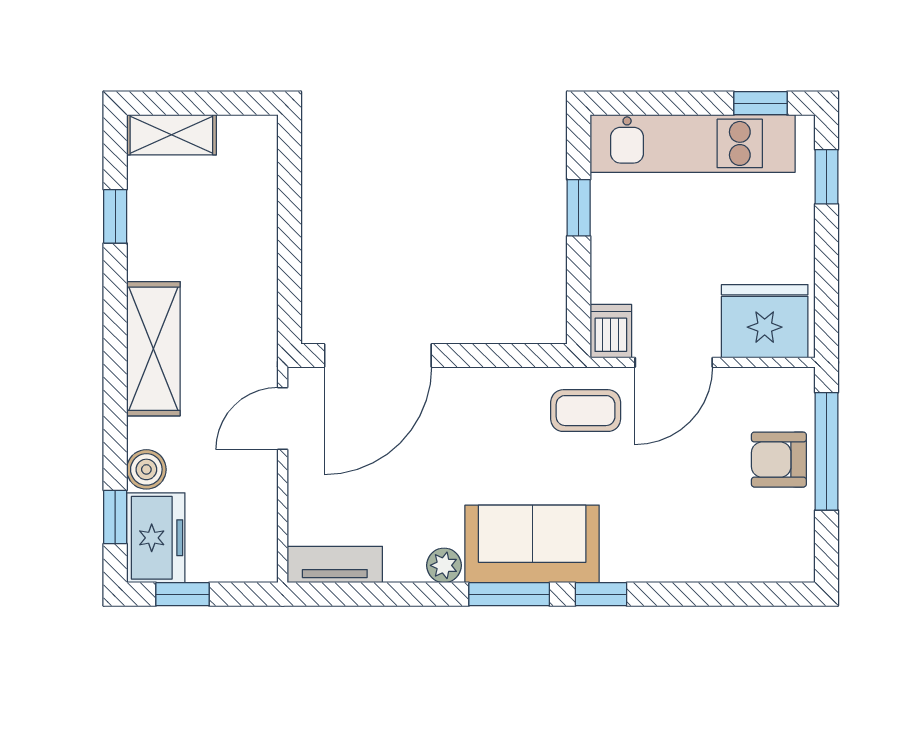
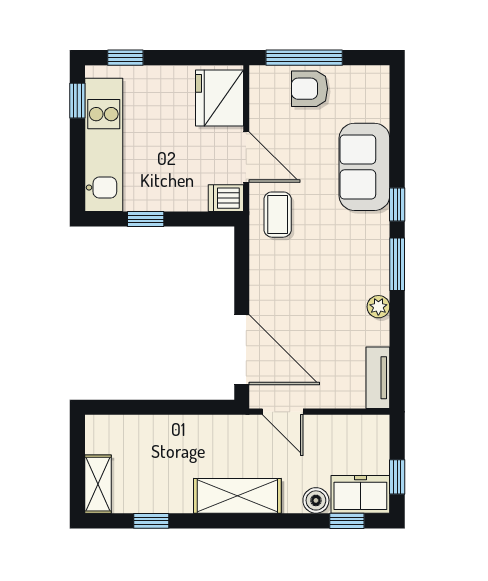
armchair: (779, 460) -> (310, 89), turned 90
sofa: (532, 544) -> (364, 167), moved

